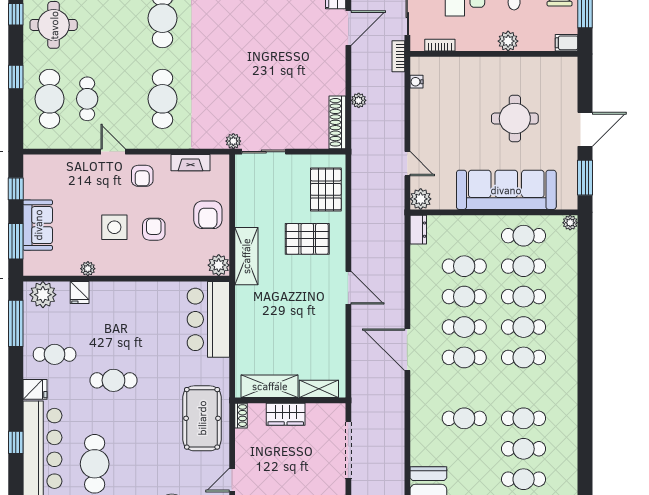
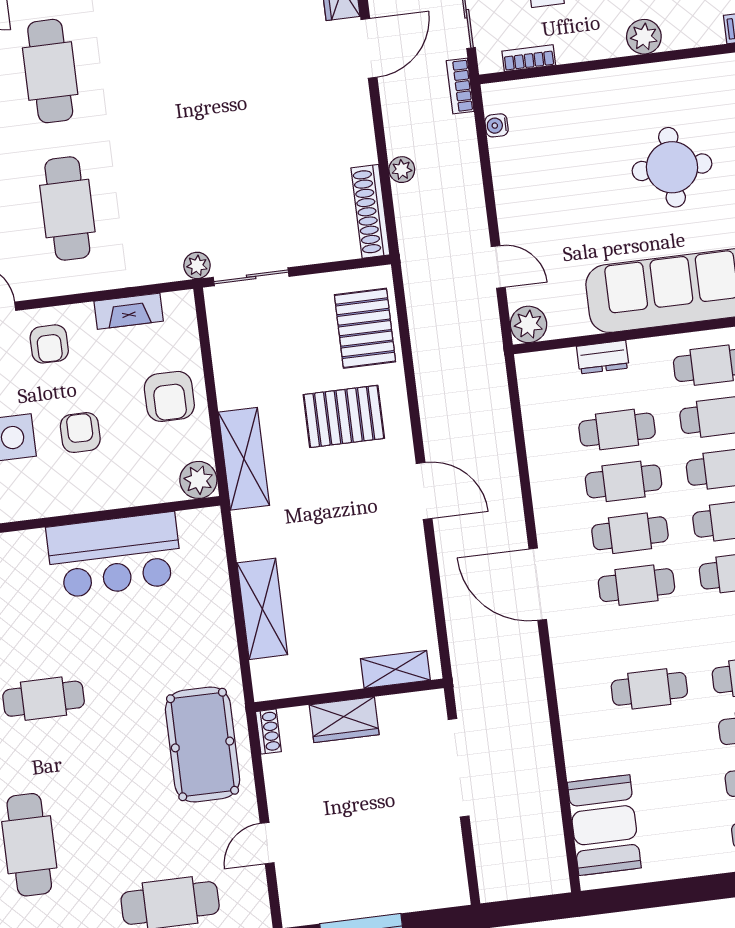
dresser: (418, 230) -> (603, 357), moved, turned 90
bar counter: (208, 319) -> (114, 555), moved, turned -90
shelving: (270, 386) -> (262, 609), moved, turned 90

